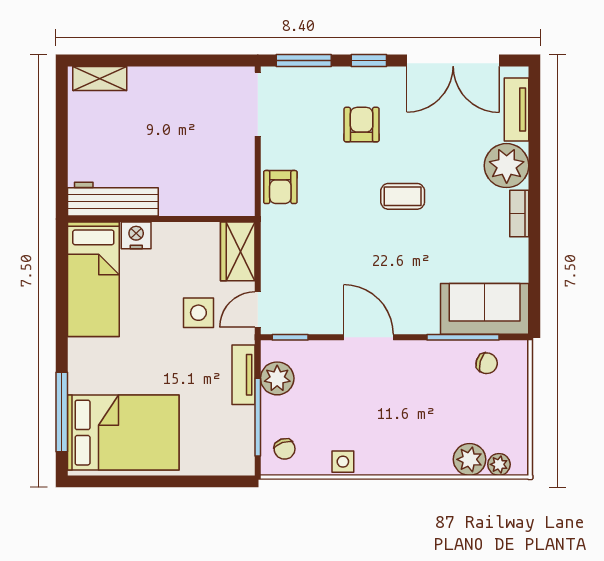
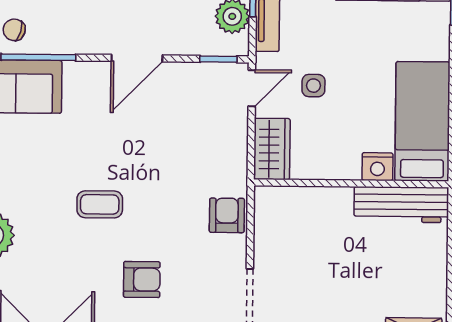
armchair: (362, 125) -> (142, 279), turned -90
side table: (198, 313) -> (313, 86), width x0.73, depth x0.73
door: (368, 337) -> (137, 58), hinge flipped

